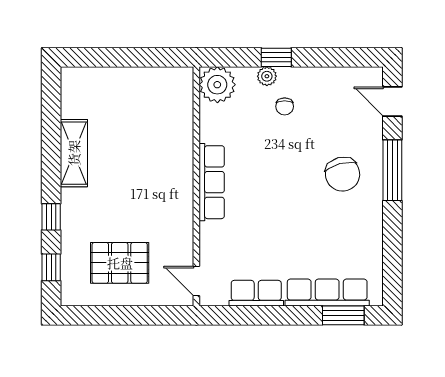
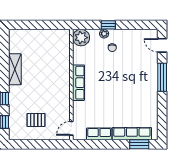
chair: (343, 174) -> (139, 79), removed
pallet: (120, 263) -> (36, 120), width x0.67, depth x0.71
door: (196, 281) -> (71, 128), hinge flipped

